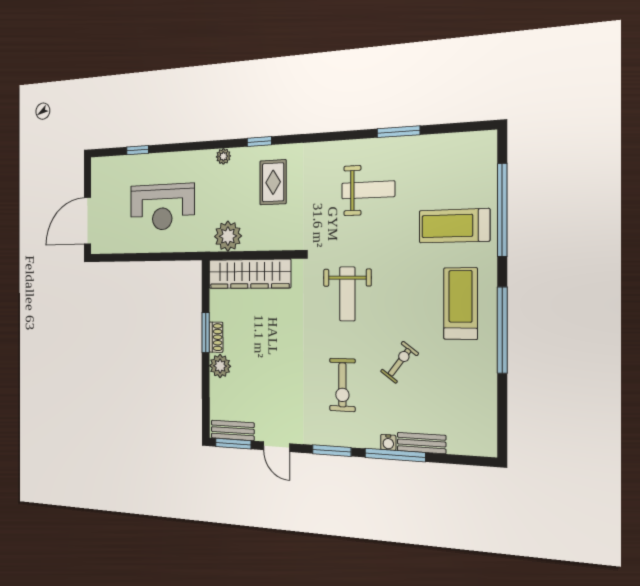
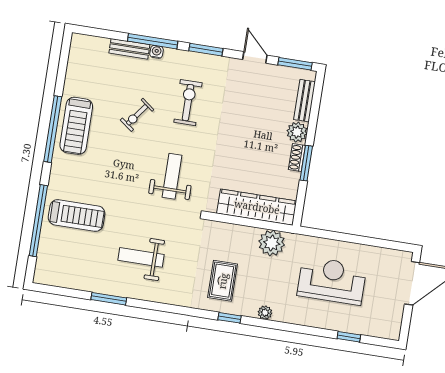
treadmill: (461, 303) -> (76, 126), moved
bench: (233, 430) -> (305, 101), moved, turned 90

